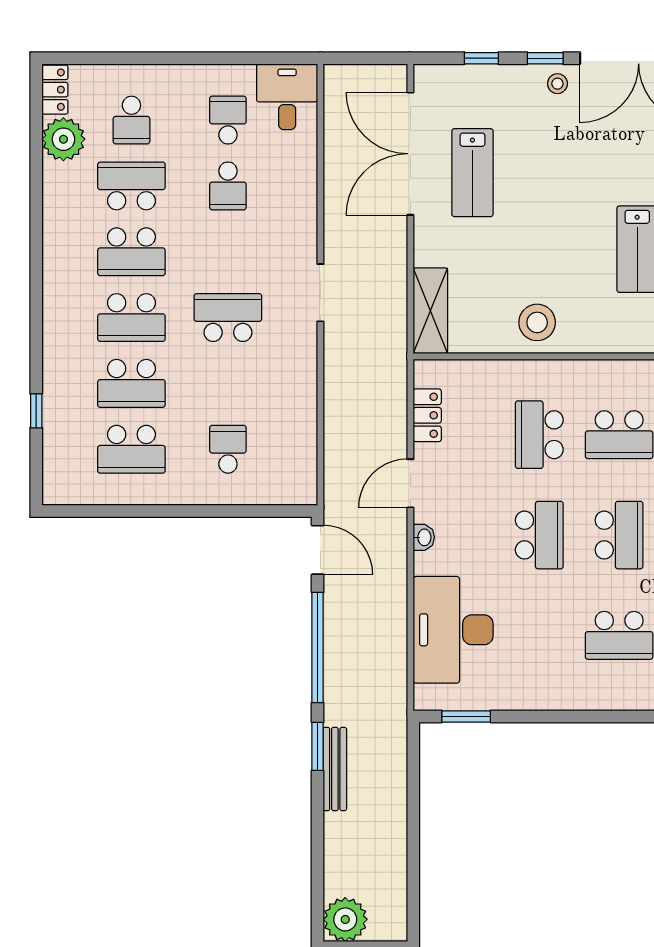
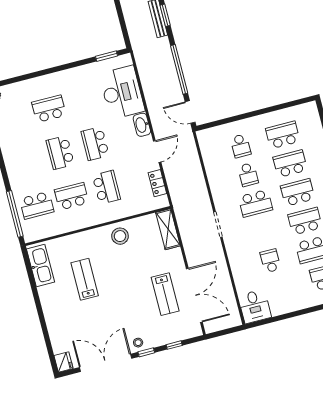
school desk: (228, 120) -> (248, 175), moved
lab bench: (472, 173) -> (165, 294), turned 180
washbasin: (424, 537) -> (142, 125), width x1.91, depth x1.45
window: (318, 746) -> (165, 15), moved

